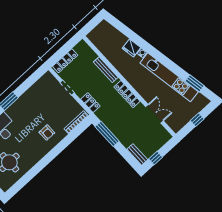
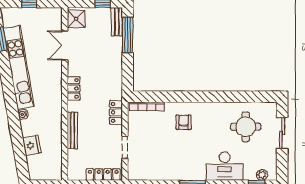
fridge: (131, 48) -> (32, 145), moved
locker: (127, 94) -> (74, 88), width x0.66
window: (107, 134) -> (128, 35), moved
shower: (162, 135) -> (76, 19), added

